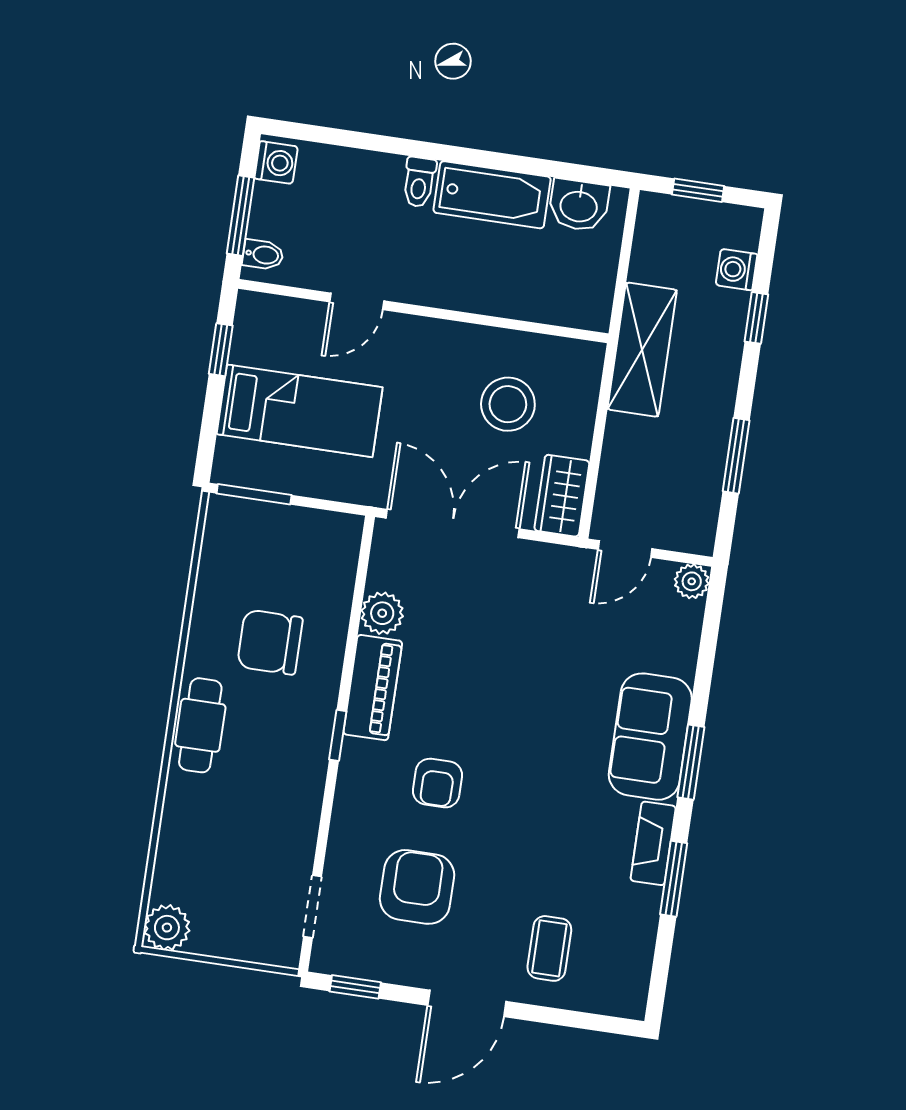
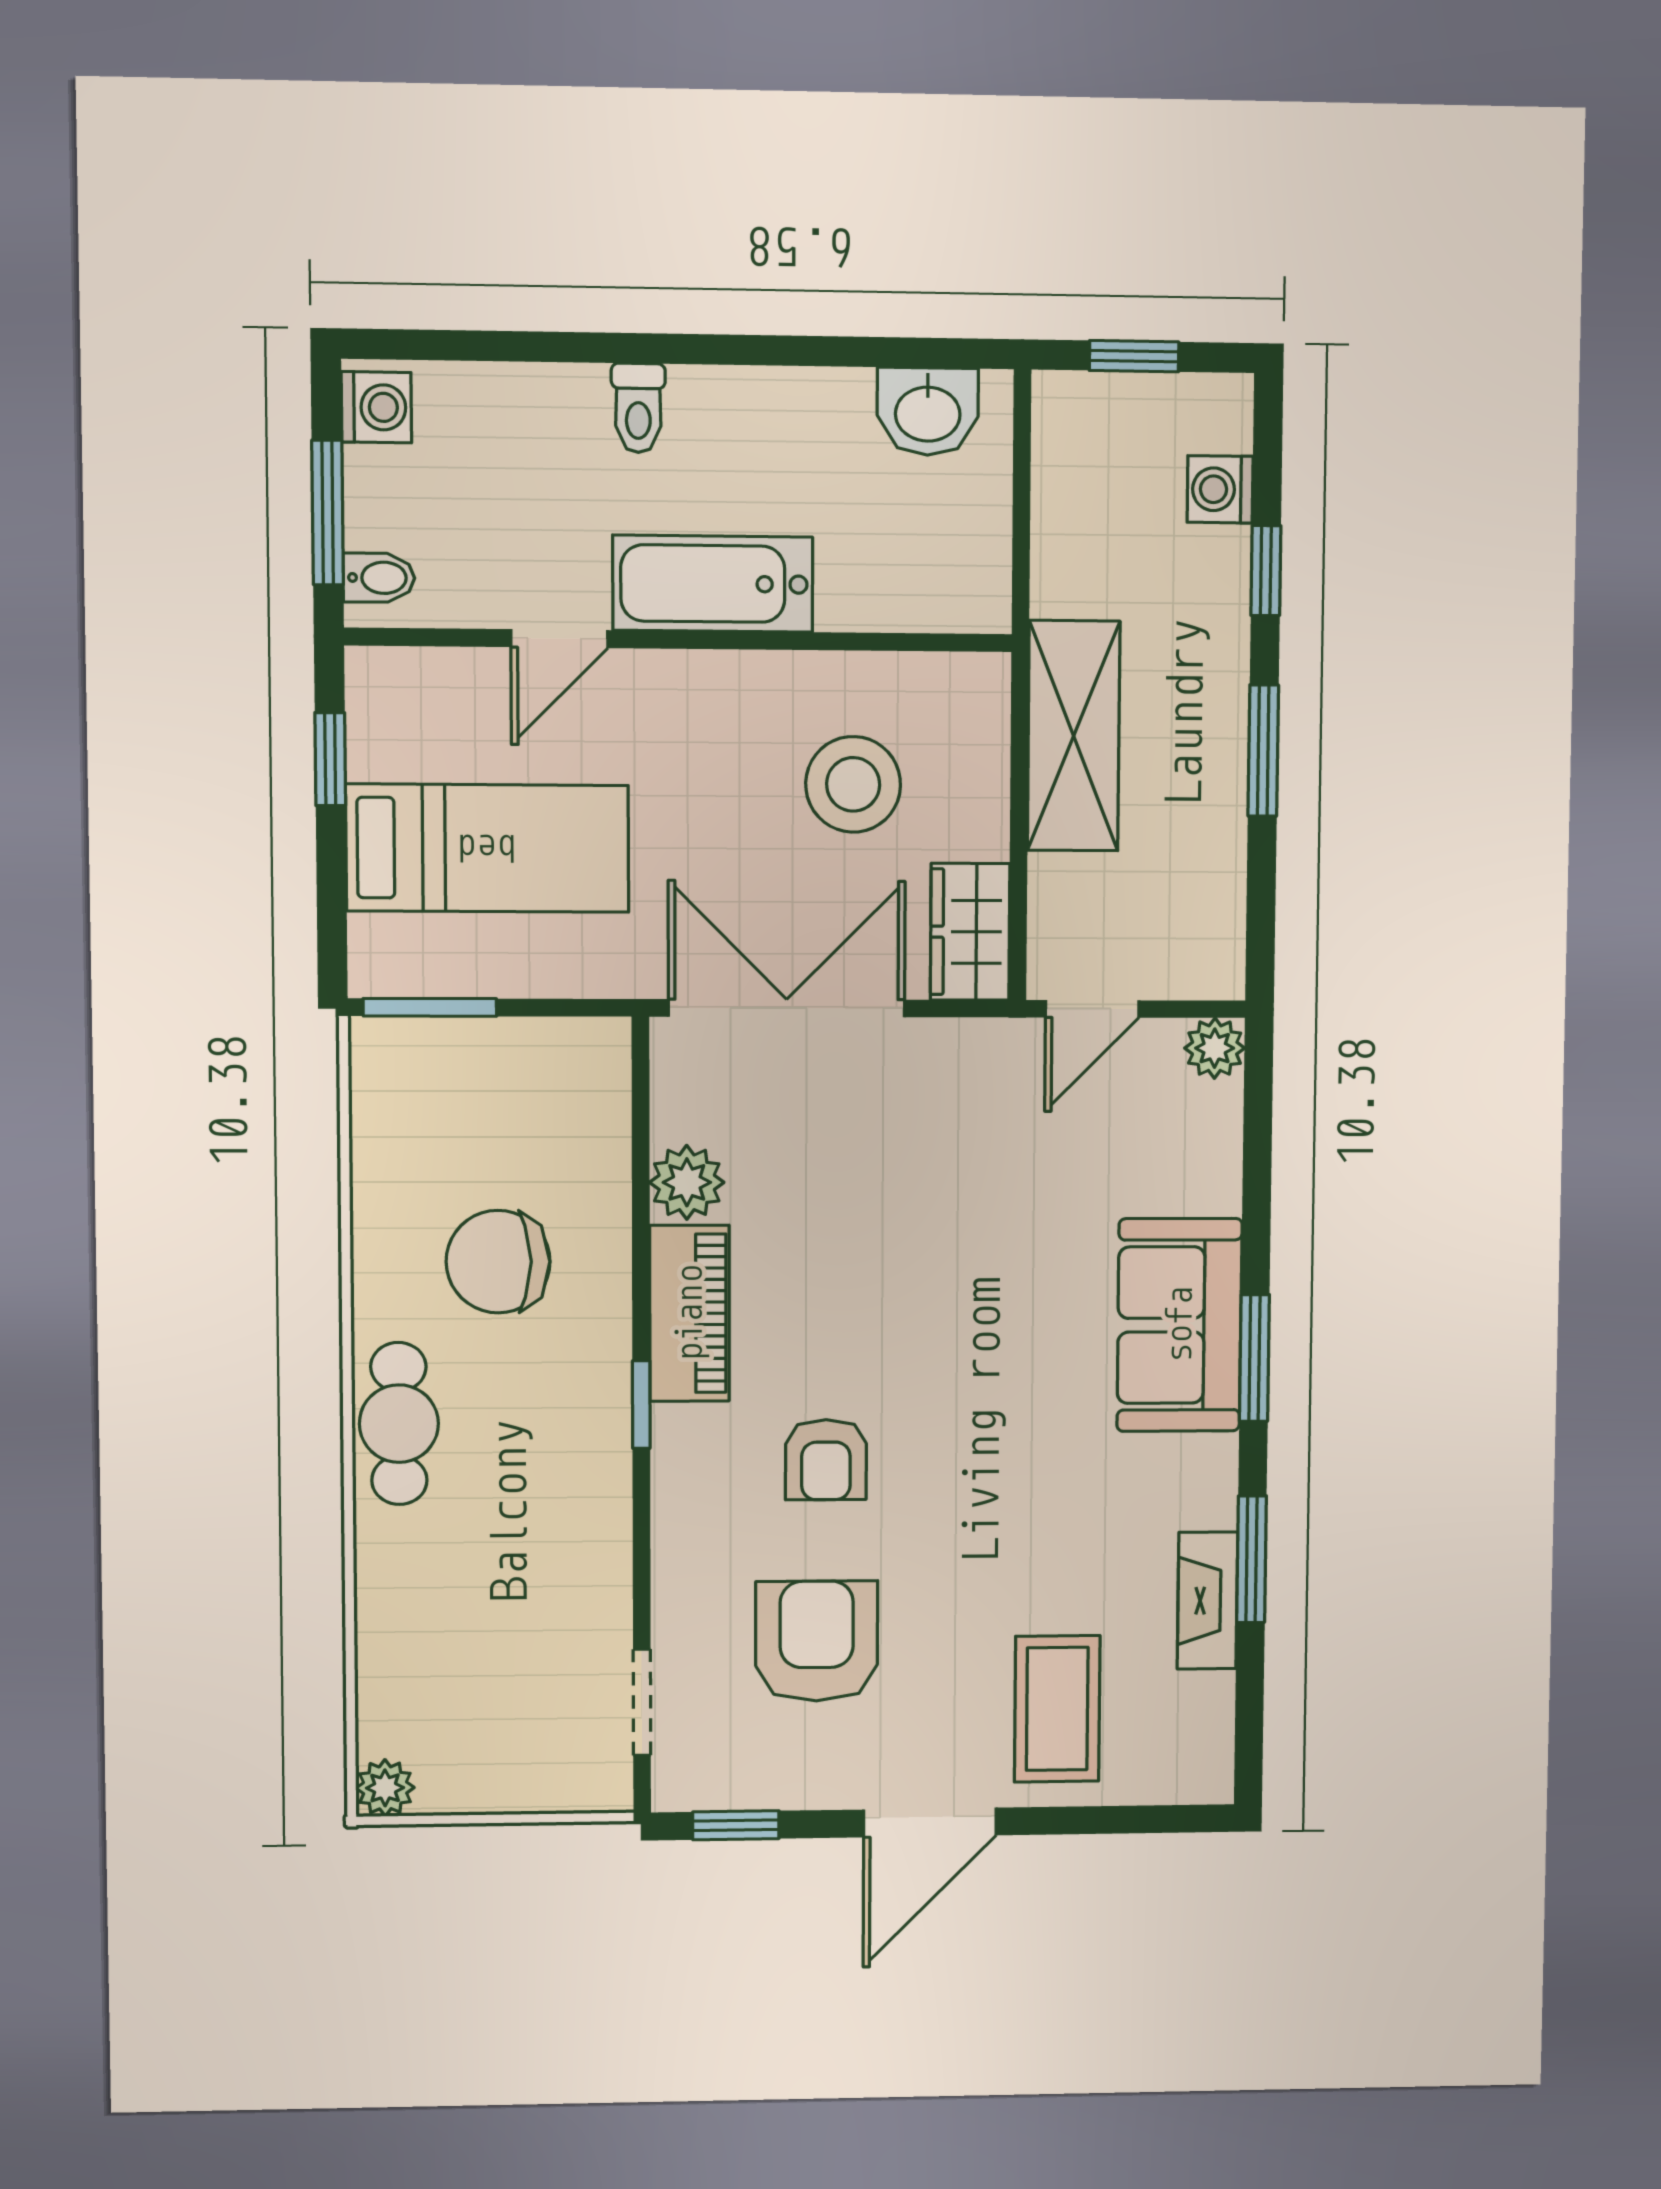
bathtub: (492, 195) -> (713, 584), moved, turned 180
shelving: (642, 350) -> (1074, 736), moved
window: (736, 456) -> (1263, 751), moved
fireplace: (653, 843) -> (1207, 1601), moved
plant: (167, 928) -> (385, 1788), width x0.73, depth x0.73
coffee table: (549, 948) -> (1057, 1709), width x1.36, depth x1.30

